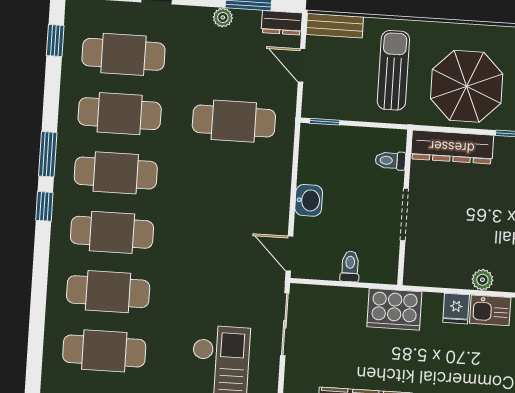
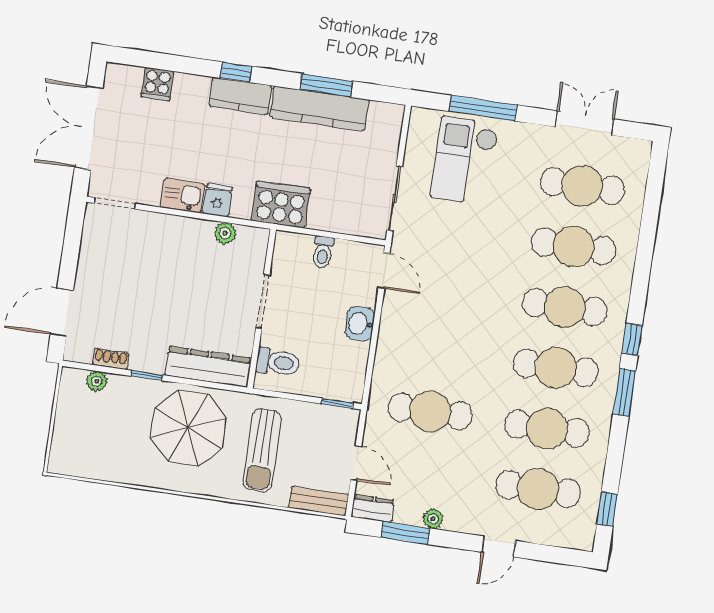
toilet: (390, 161) -> (278, 362), width x1.37, depth x1.39
plant: (482, 280) -> (225, 233), moved

